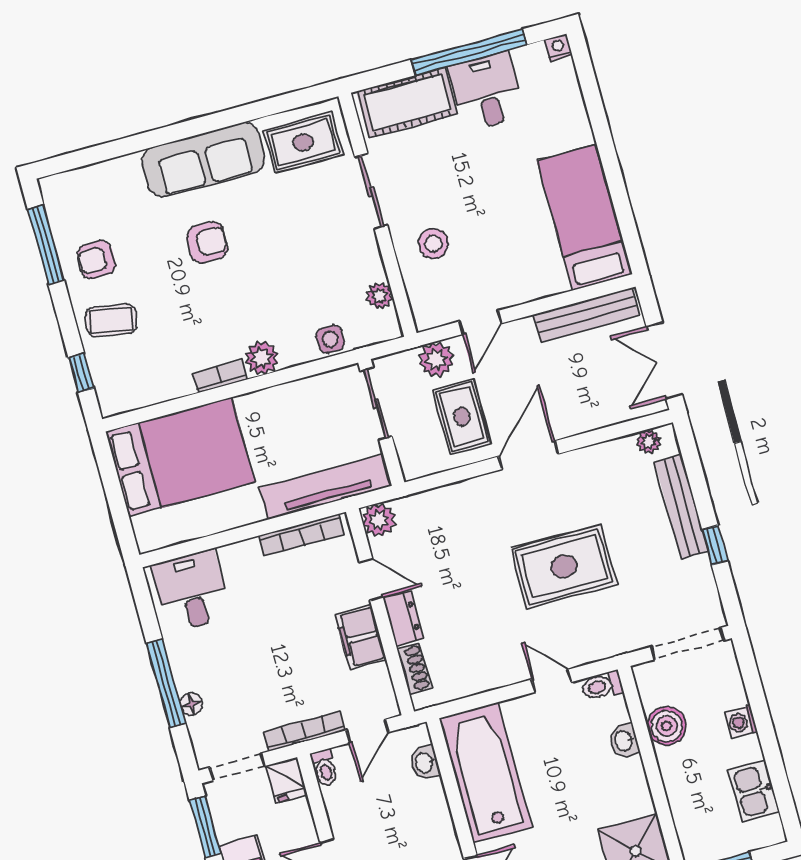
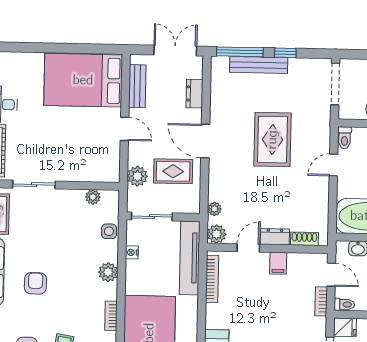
bed: (584, 218) -> (83, 80), width x1.50
stool: (434, 243) -> (73, 159), removed
bench: (586, 315) -> (137, 86), width x0.73
door: (480, 322) -> (125, 129), moved
double door: (664, 361) -> (175, 51), swing flipped
bookcase: (220, 376) -> (111, 316), moved
nightstand: (306, 388) -> (132, 252), added
dresser: (602, 414) -> (194, 94), added
plant: (649, 441) -> (214, 209), moved
window: (694, 469) -> (240, 52), added
filing cabinet: (361, 637) -> (278, 263), width x0.50
bookcase: (304, 731) -> (321, 301), width x0.64

